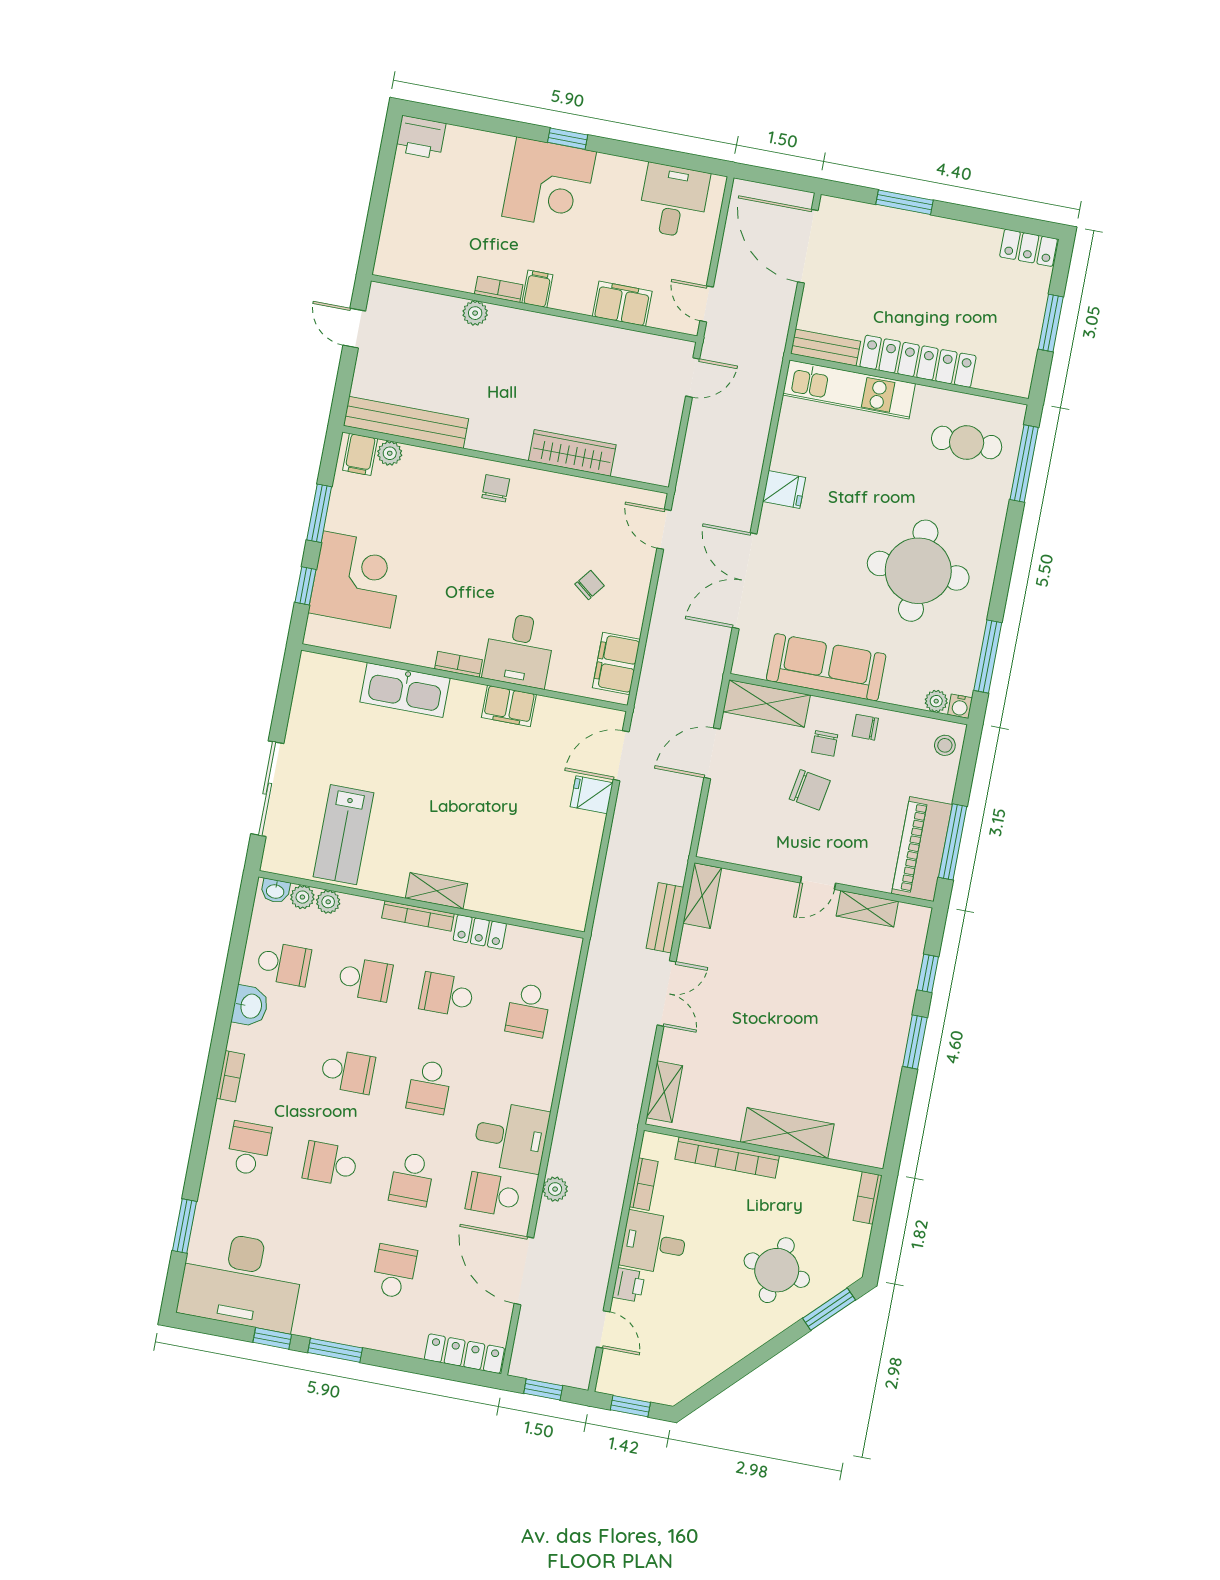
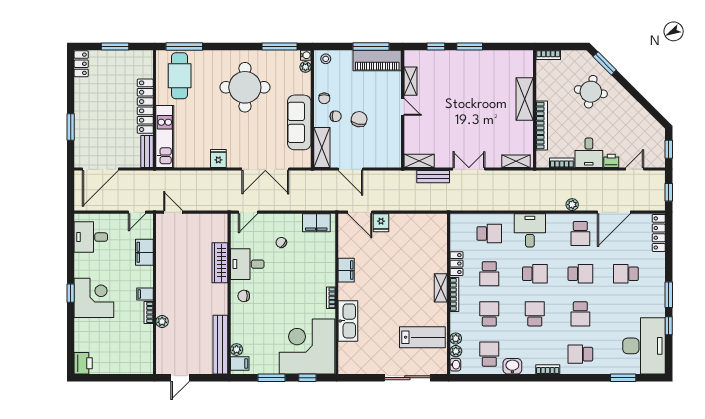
cafe table: (967, 443) -> (180, 76), width x1.37, depth x1.35
corner desk: (357, 580) -> (307, 347), width x1.36, depth x1.36
desk: (519, 650) -> (247, 264), moved, turned 180
desk: (511, 1137) -> (530, 230), moved

